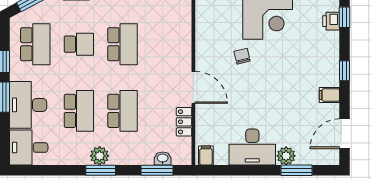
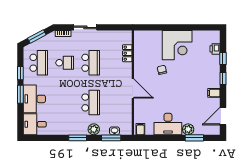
window: (345, 17) -> (223, 59), moved
school desk: (79, 111) -> (65, 102), removed
locker: (184, 122) -> (127, 53), moved
plant: (100, 156) -> (94, 129), moved

